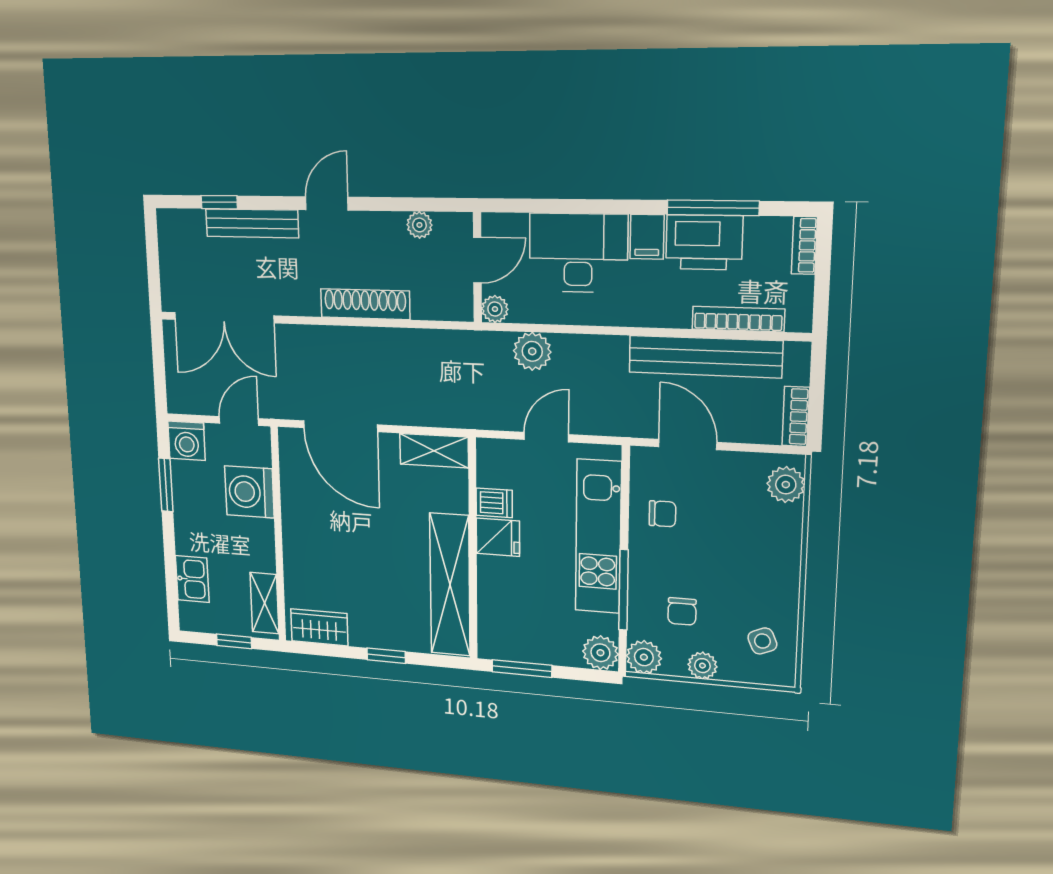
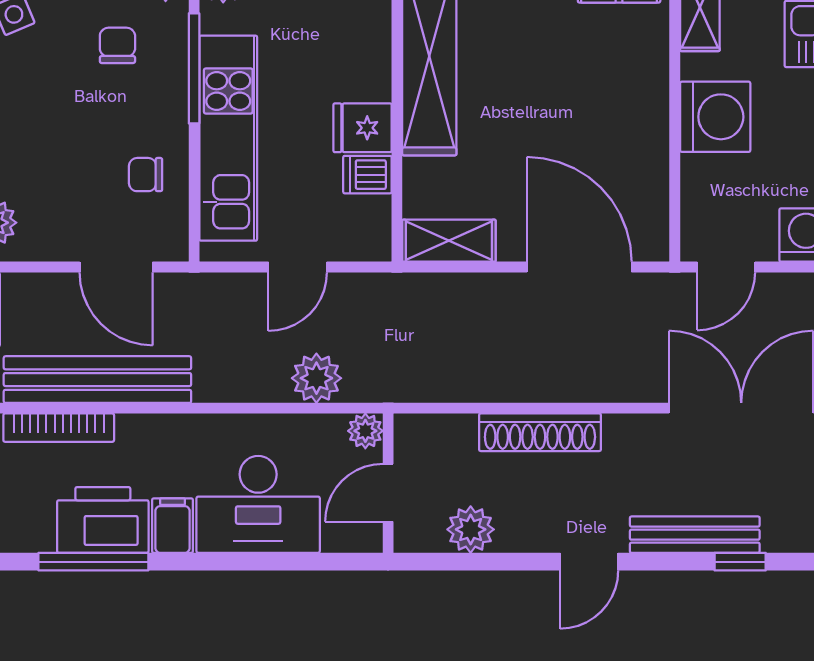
plant: (419, 225) -> (471, 529), width x1.38, depth x1.38
washing machine: (249, 492) -> (715, 117), moved

